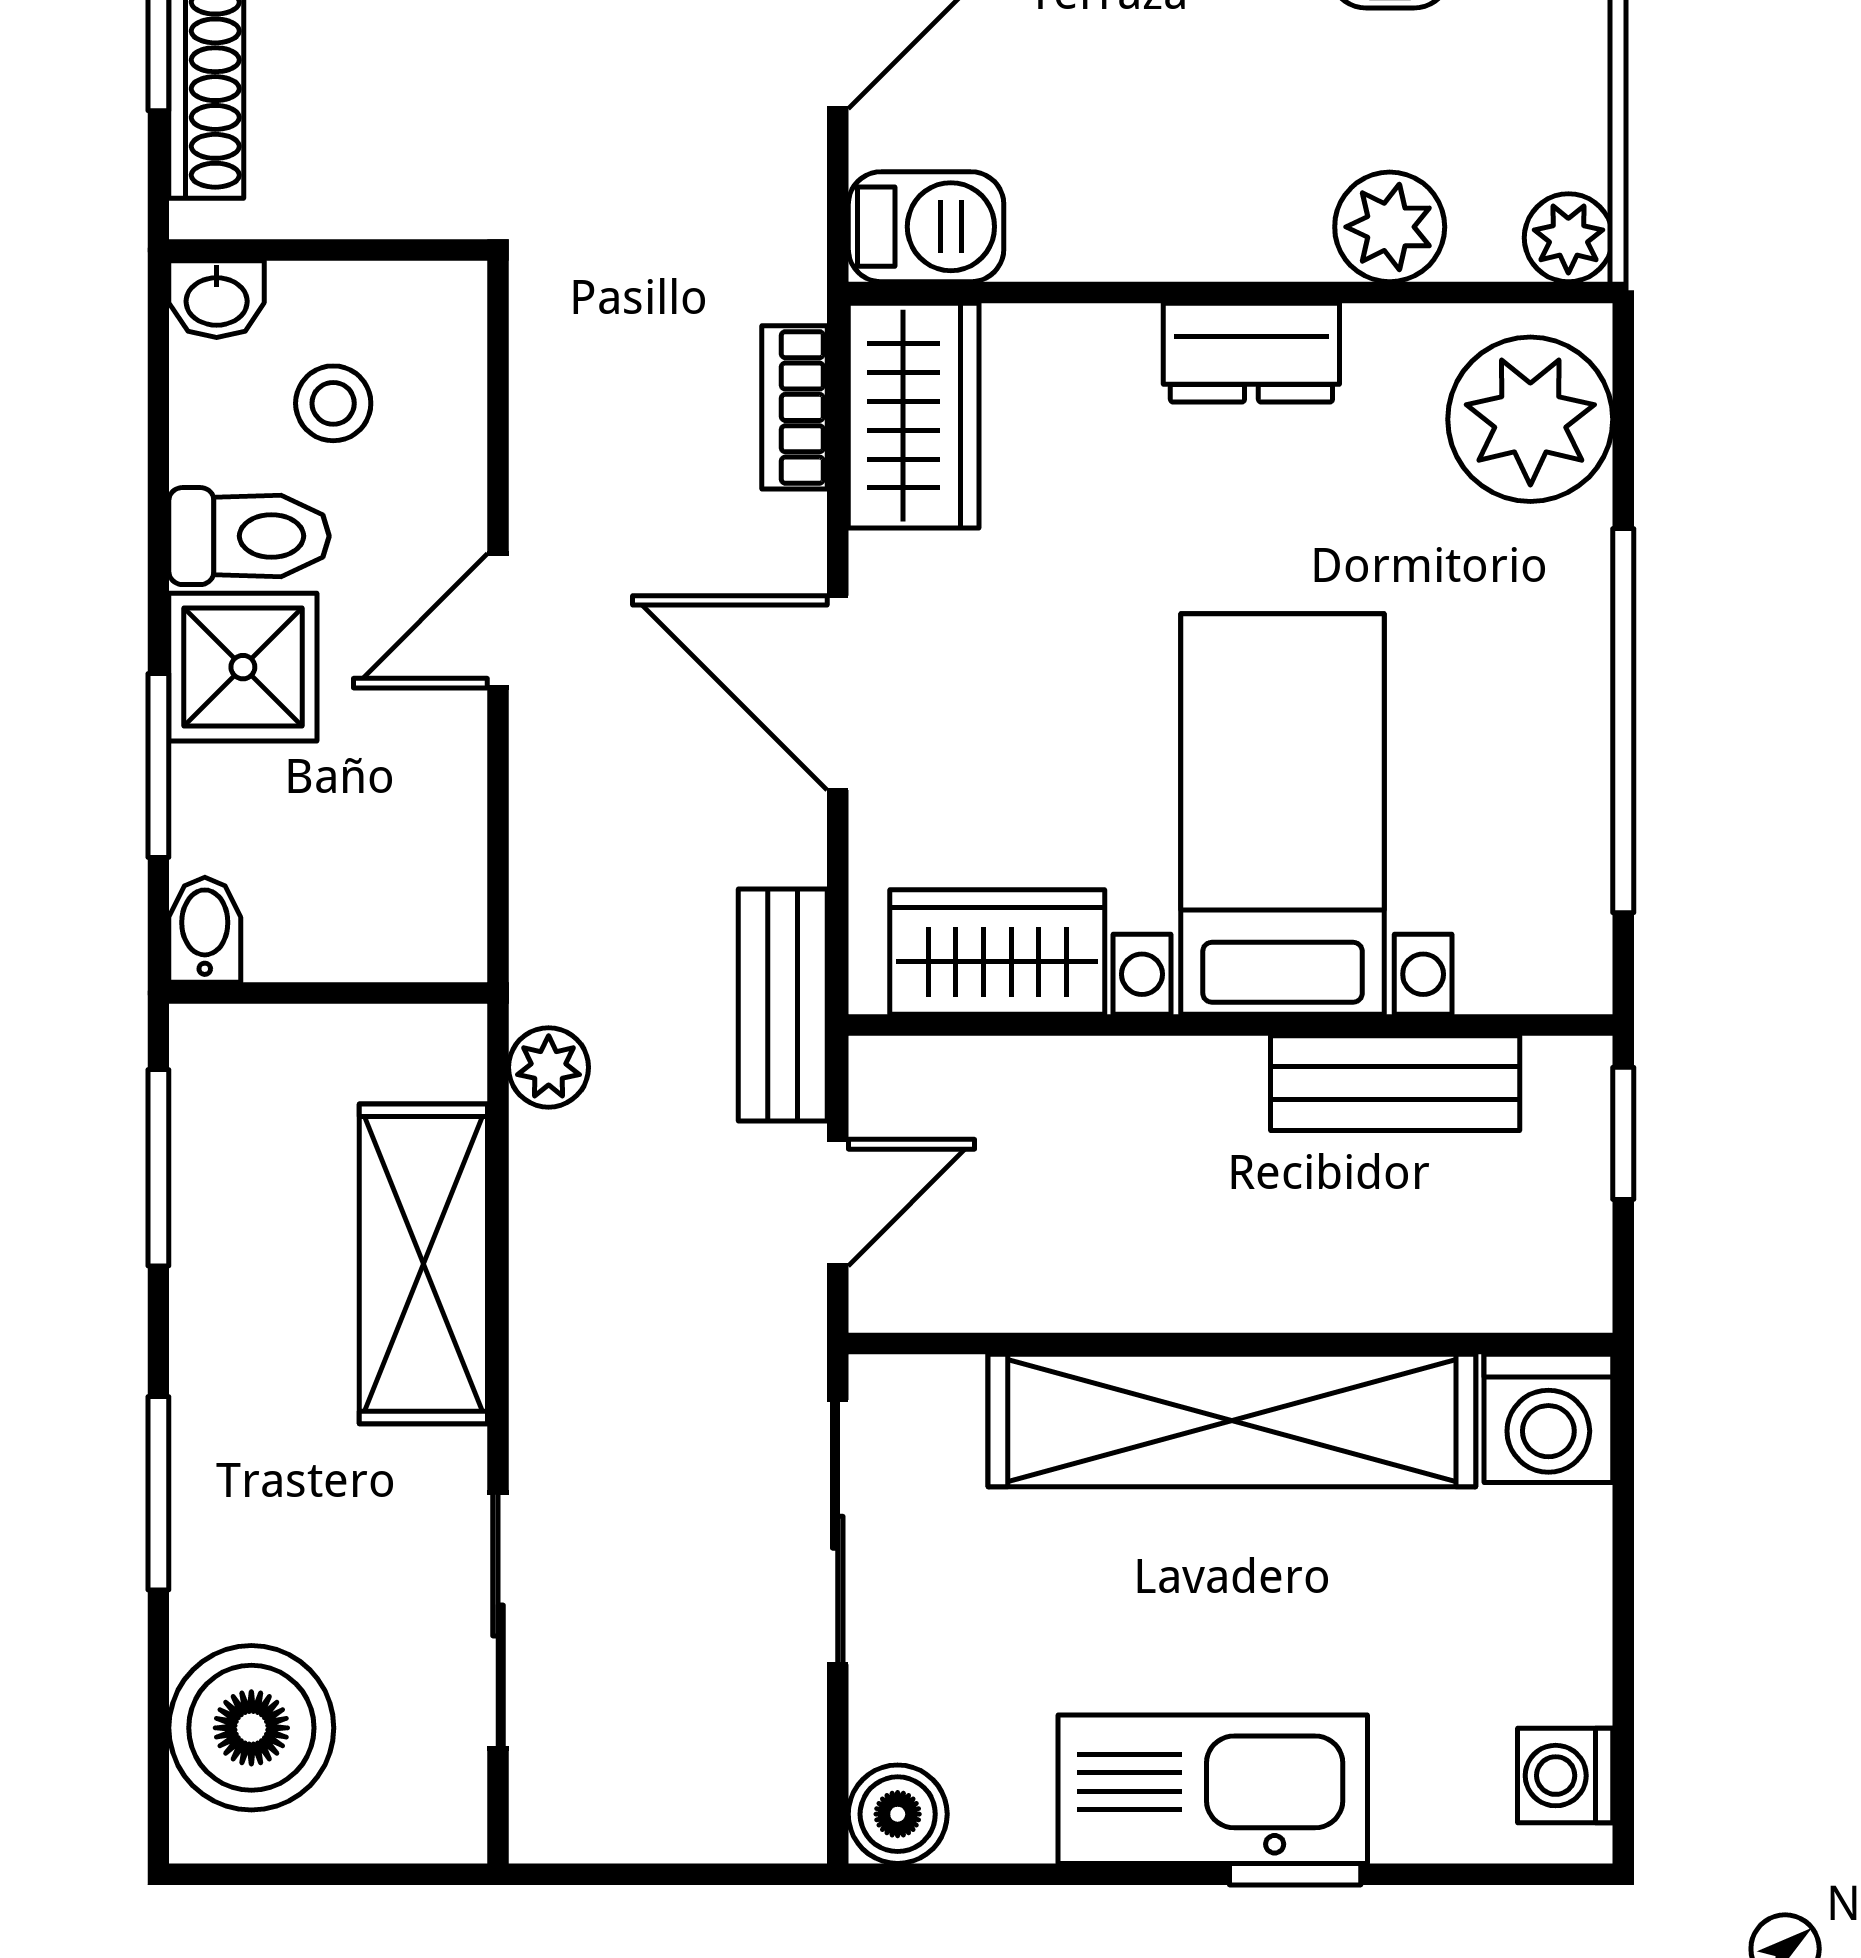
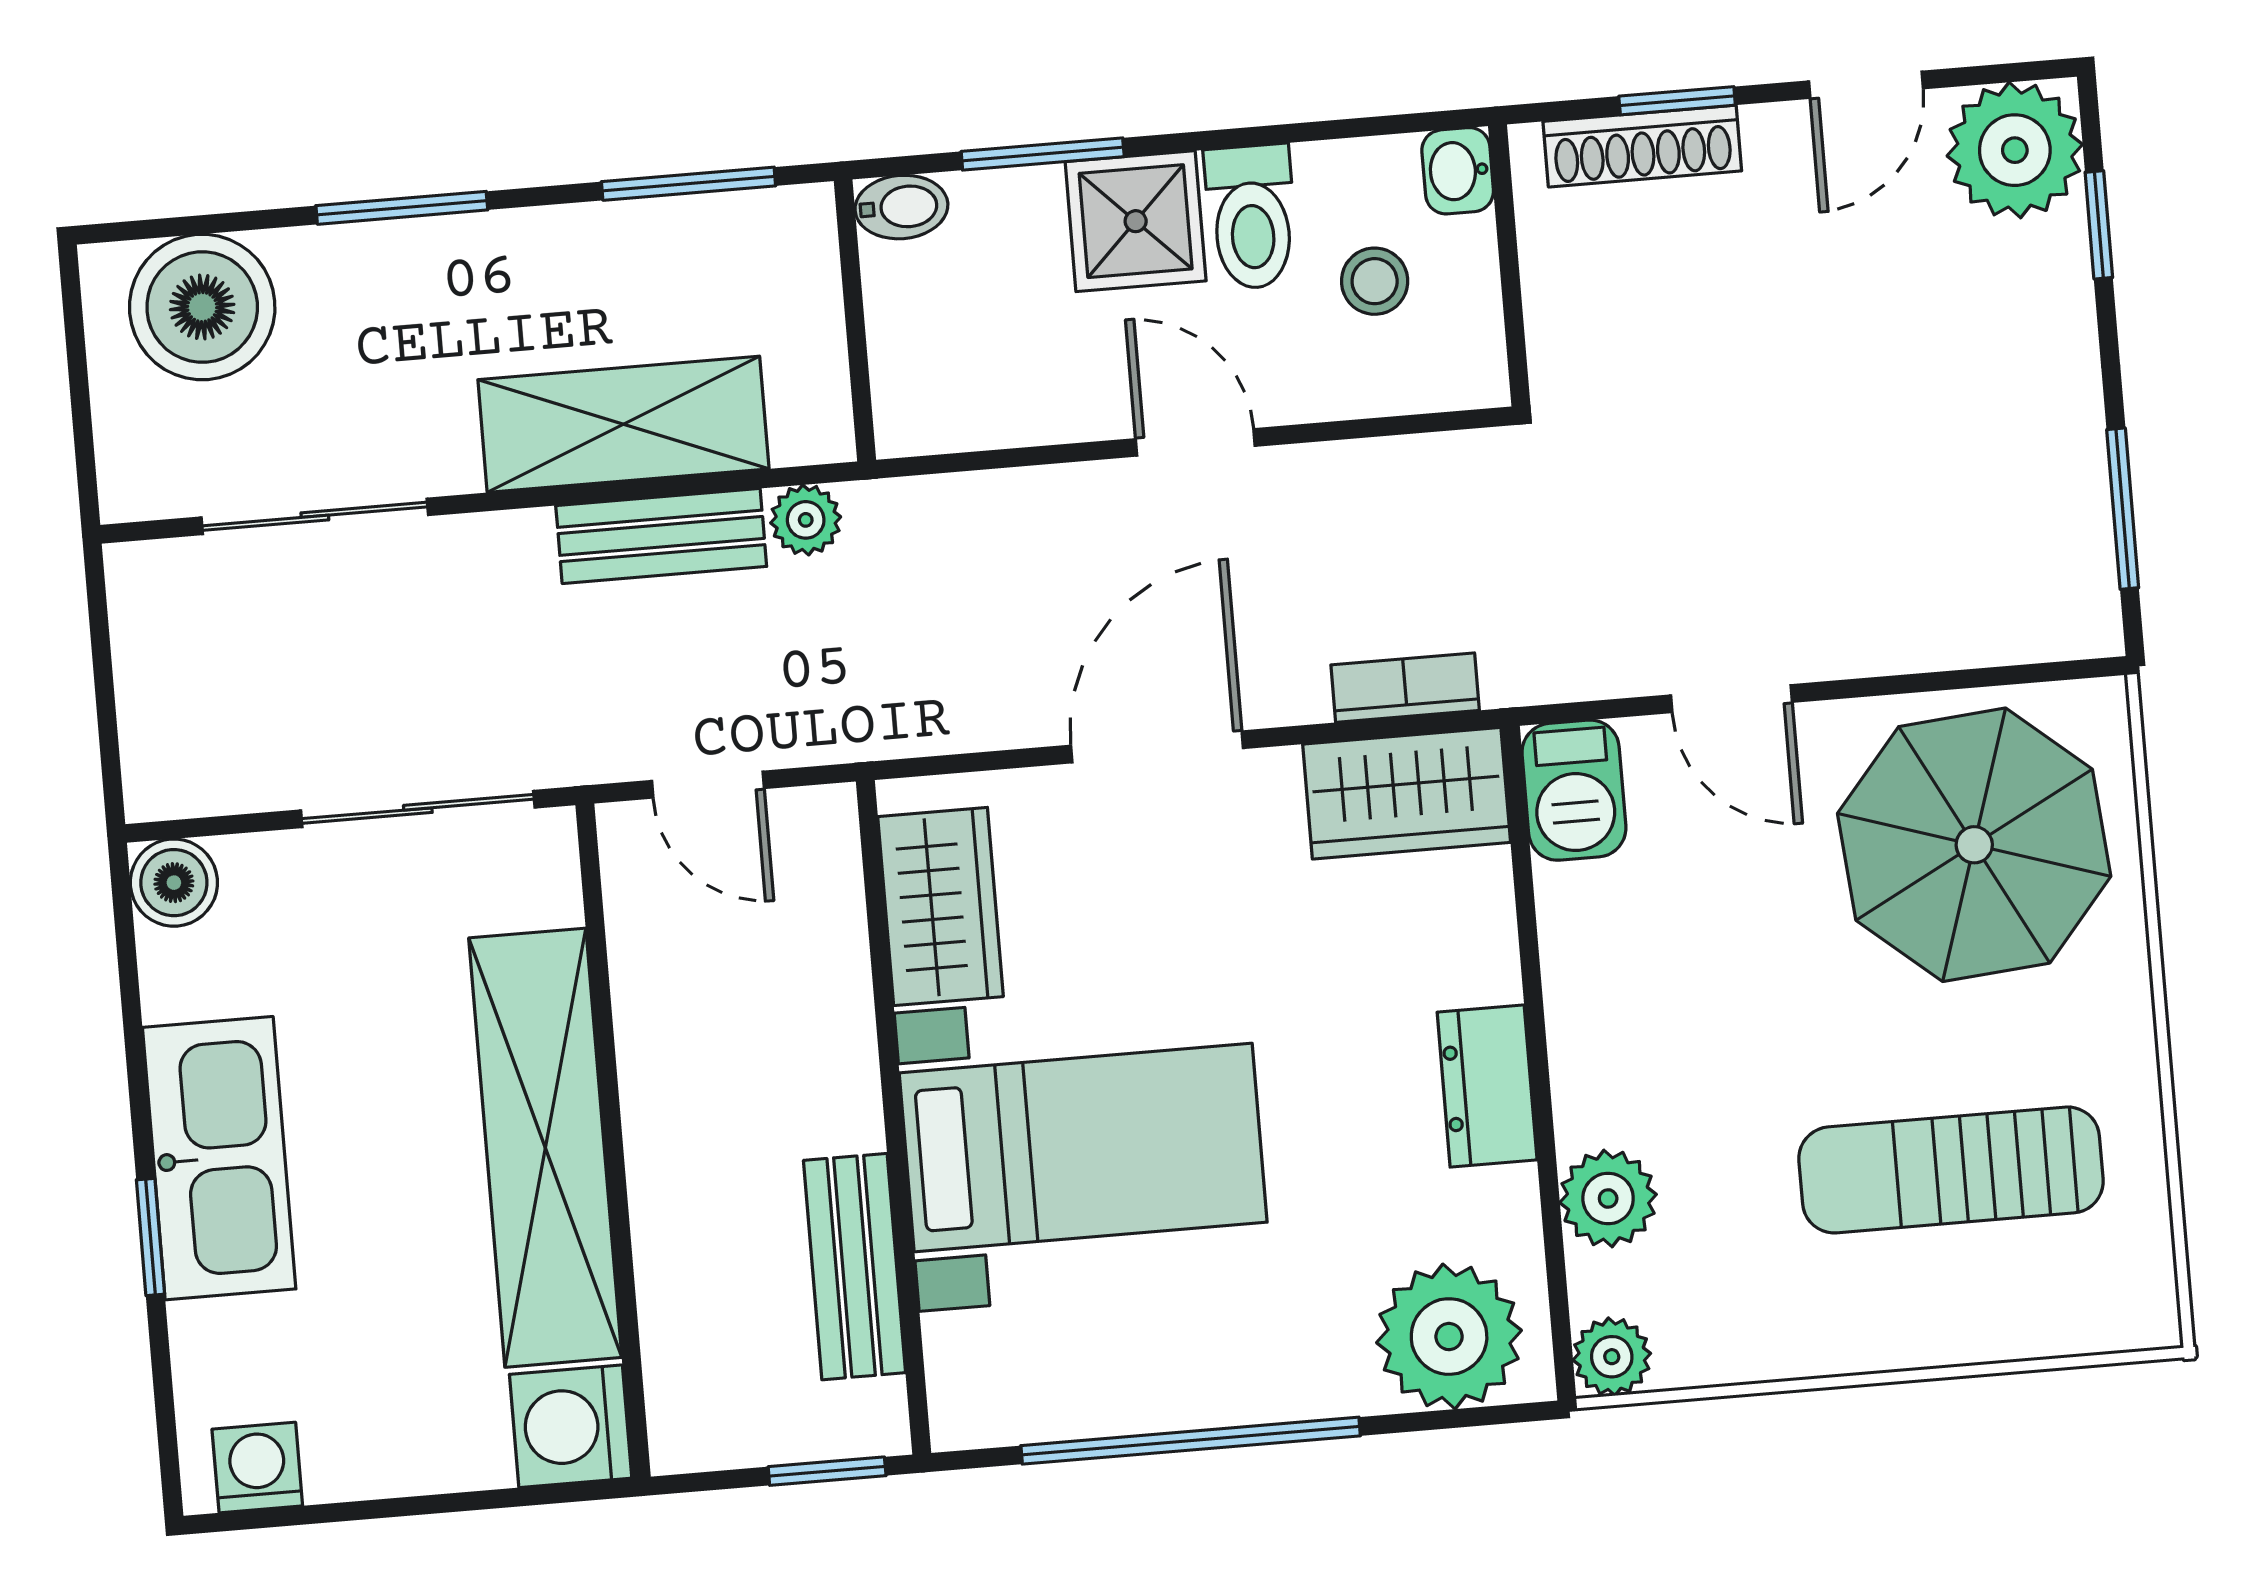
bench: (783, 1005) -> (661, 536), moved

